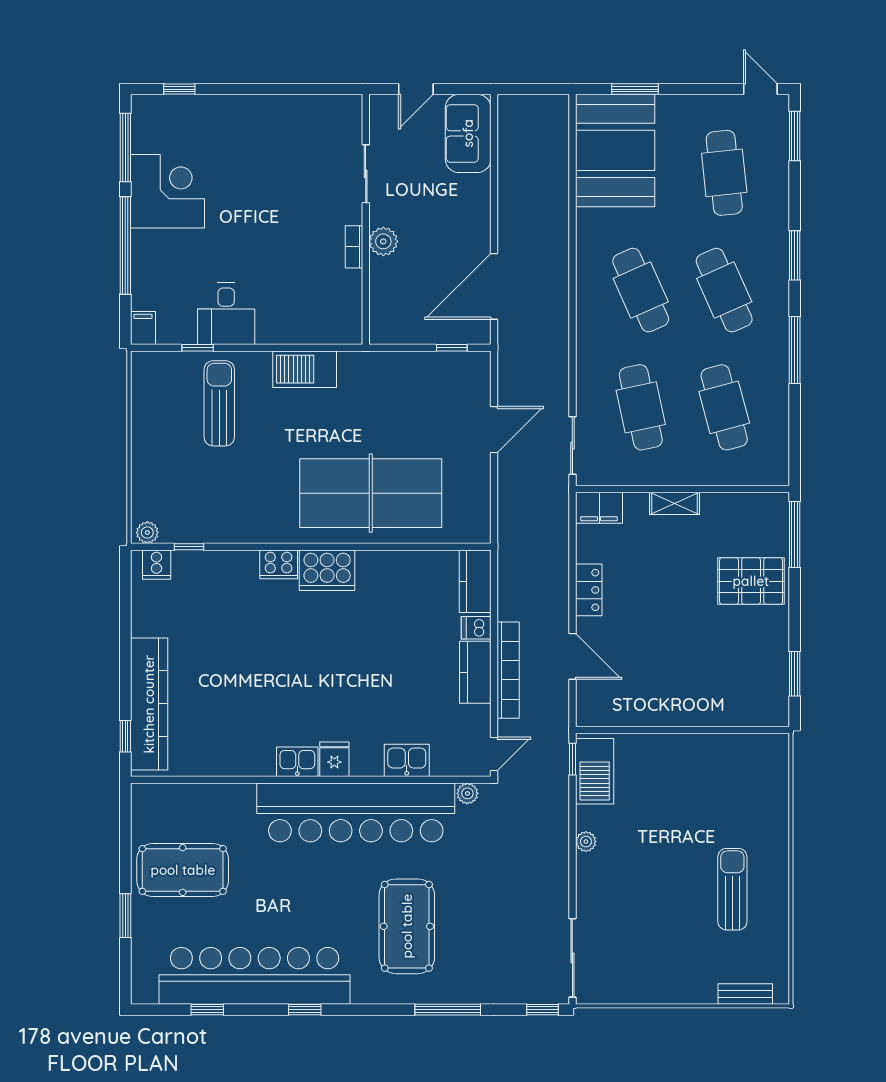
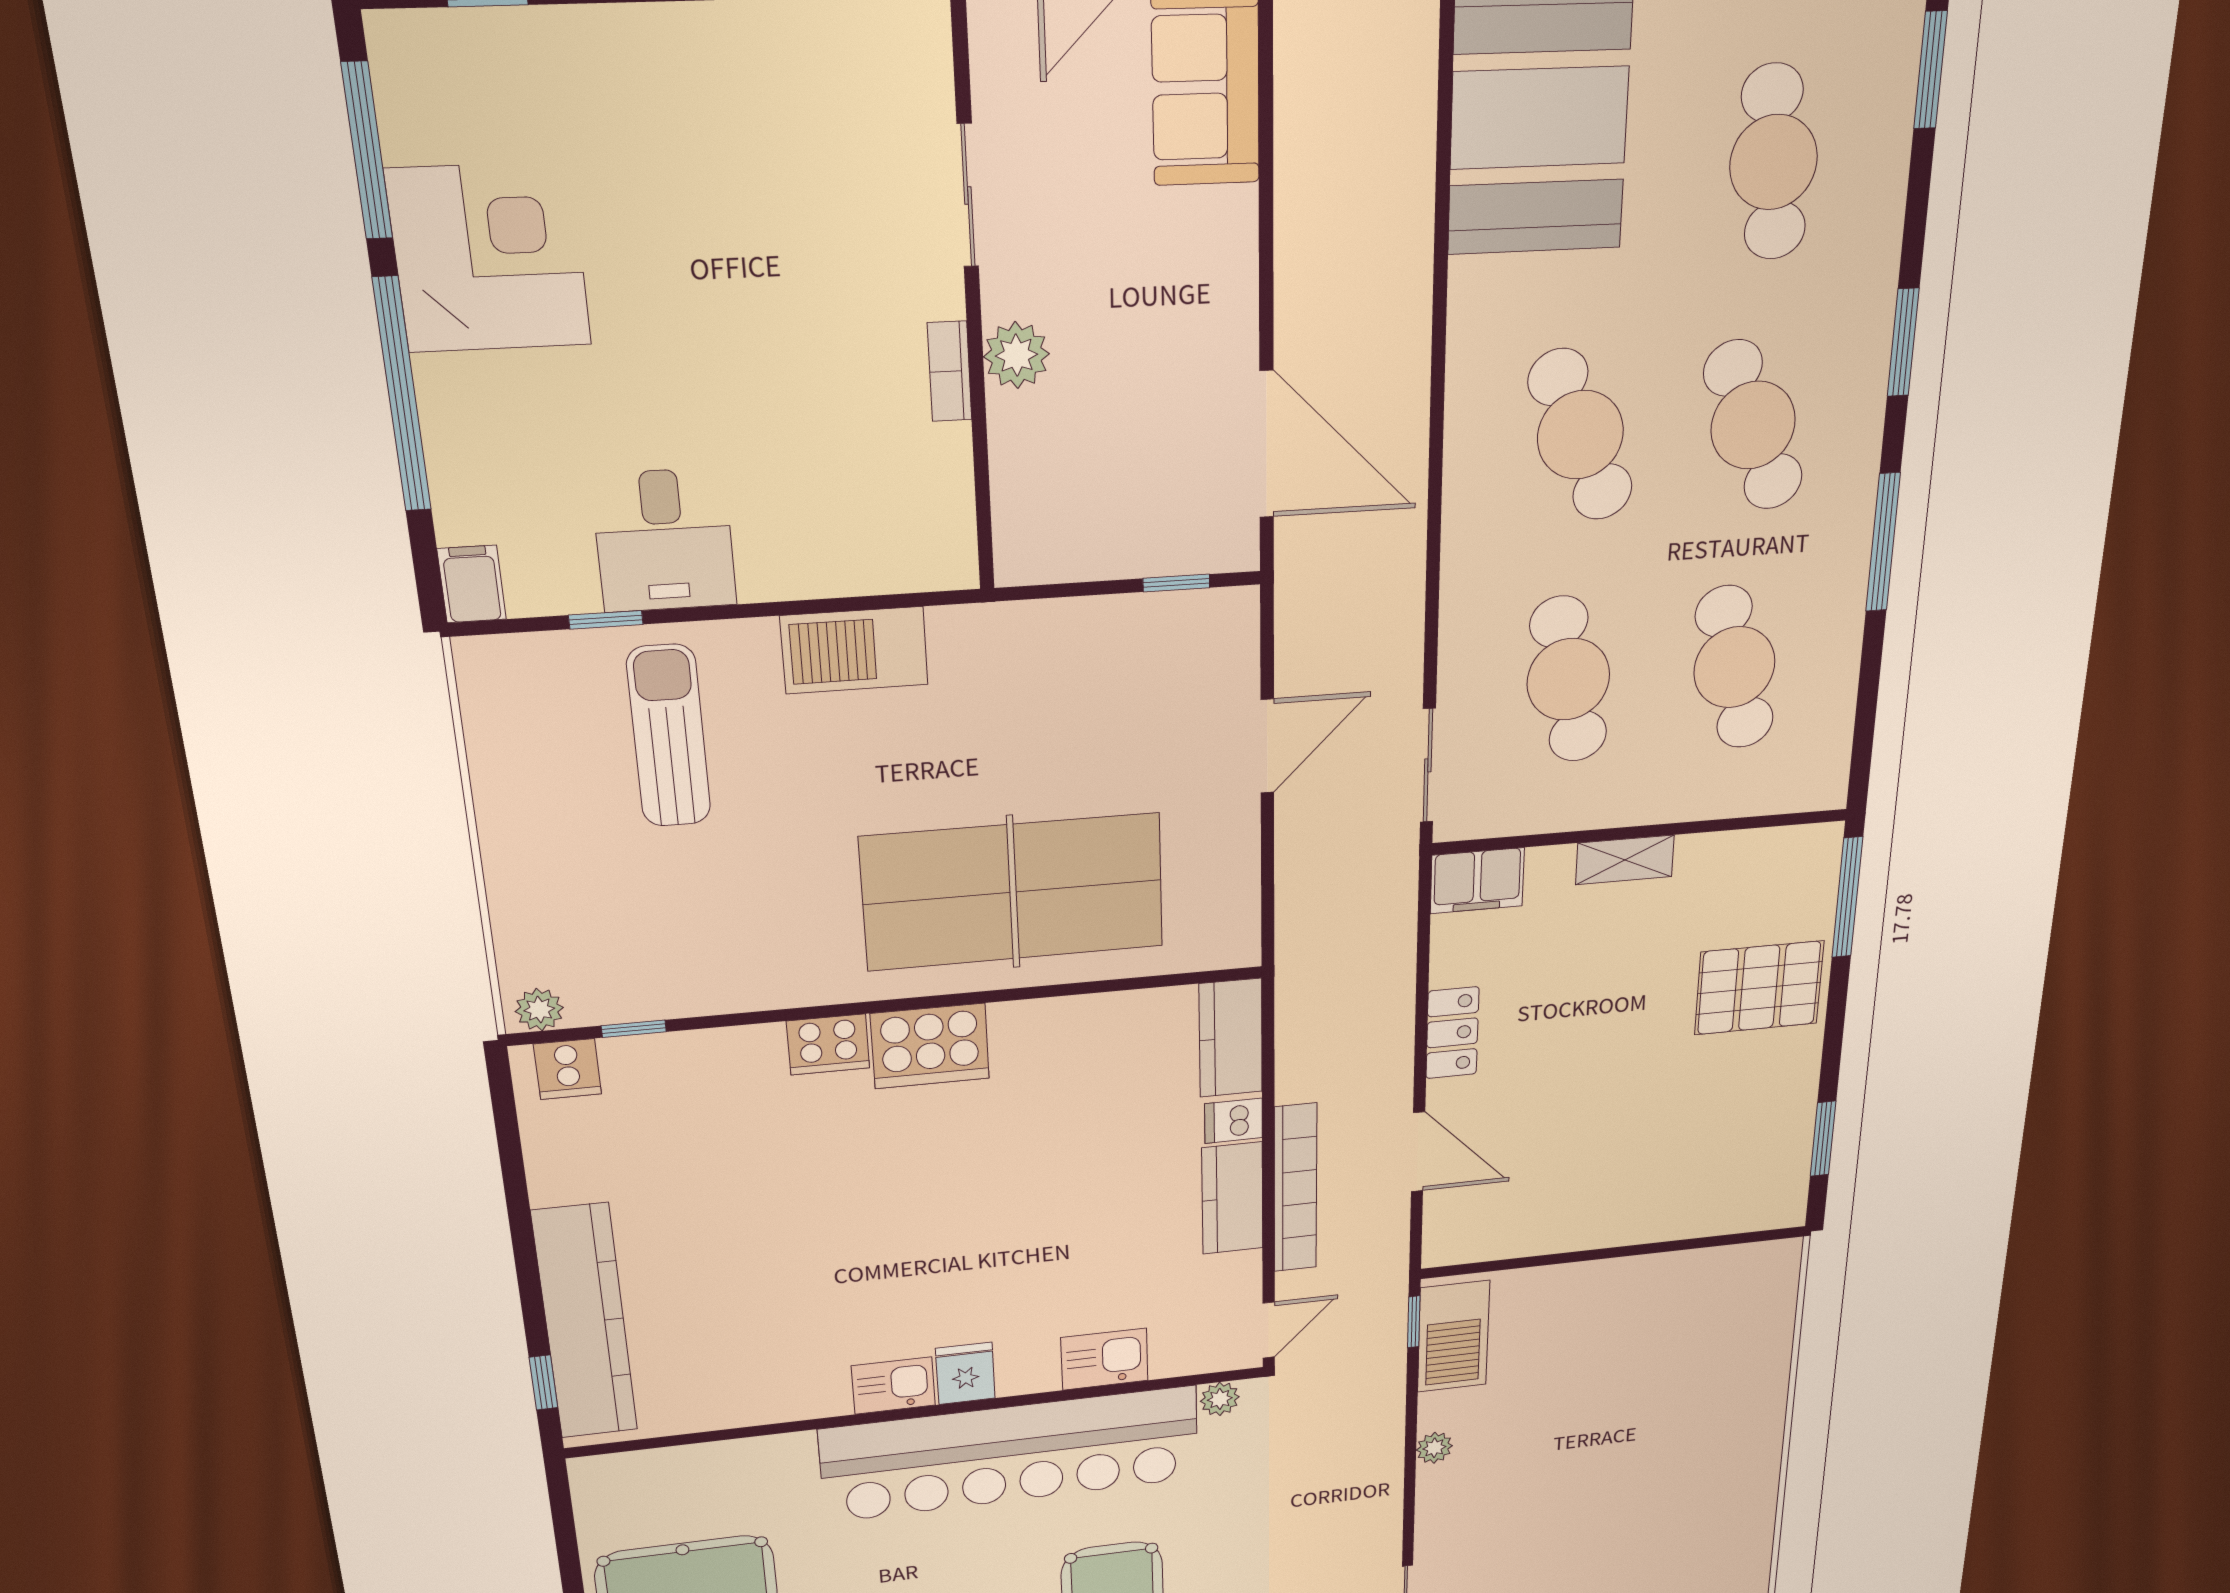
door: (494, 286) -> (1267, 444), swing flipped
sun lounger: (732, 889) -> (1685, 1487), removed

